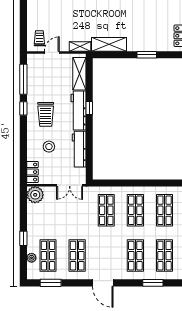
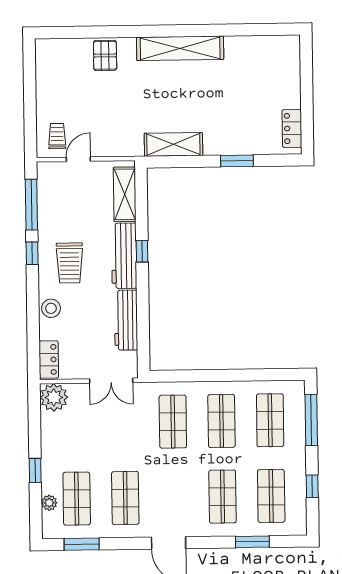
shelving: (80, 46) -> (125, 149), removed
stool: (49, 147) -> (51, 308), moved

